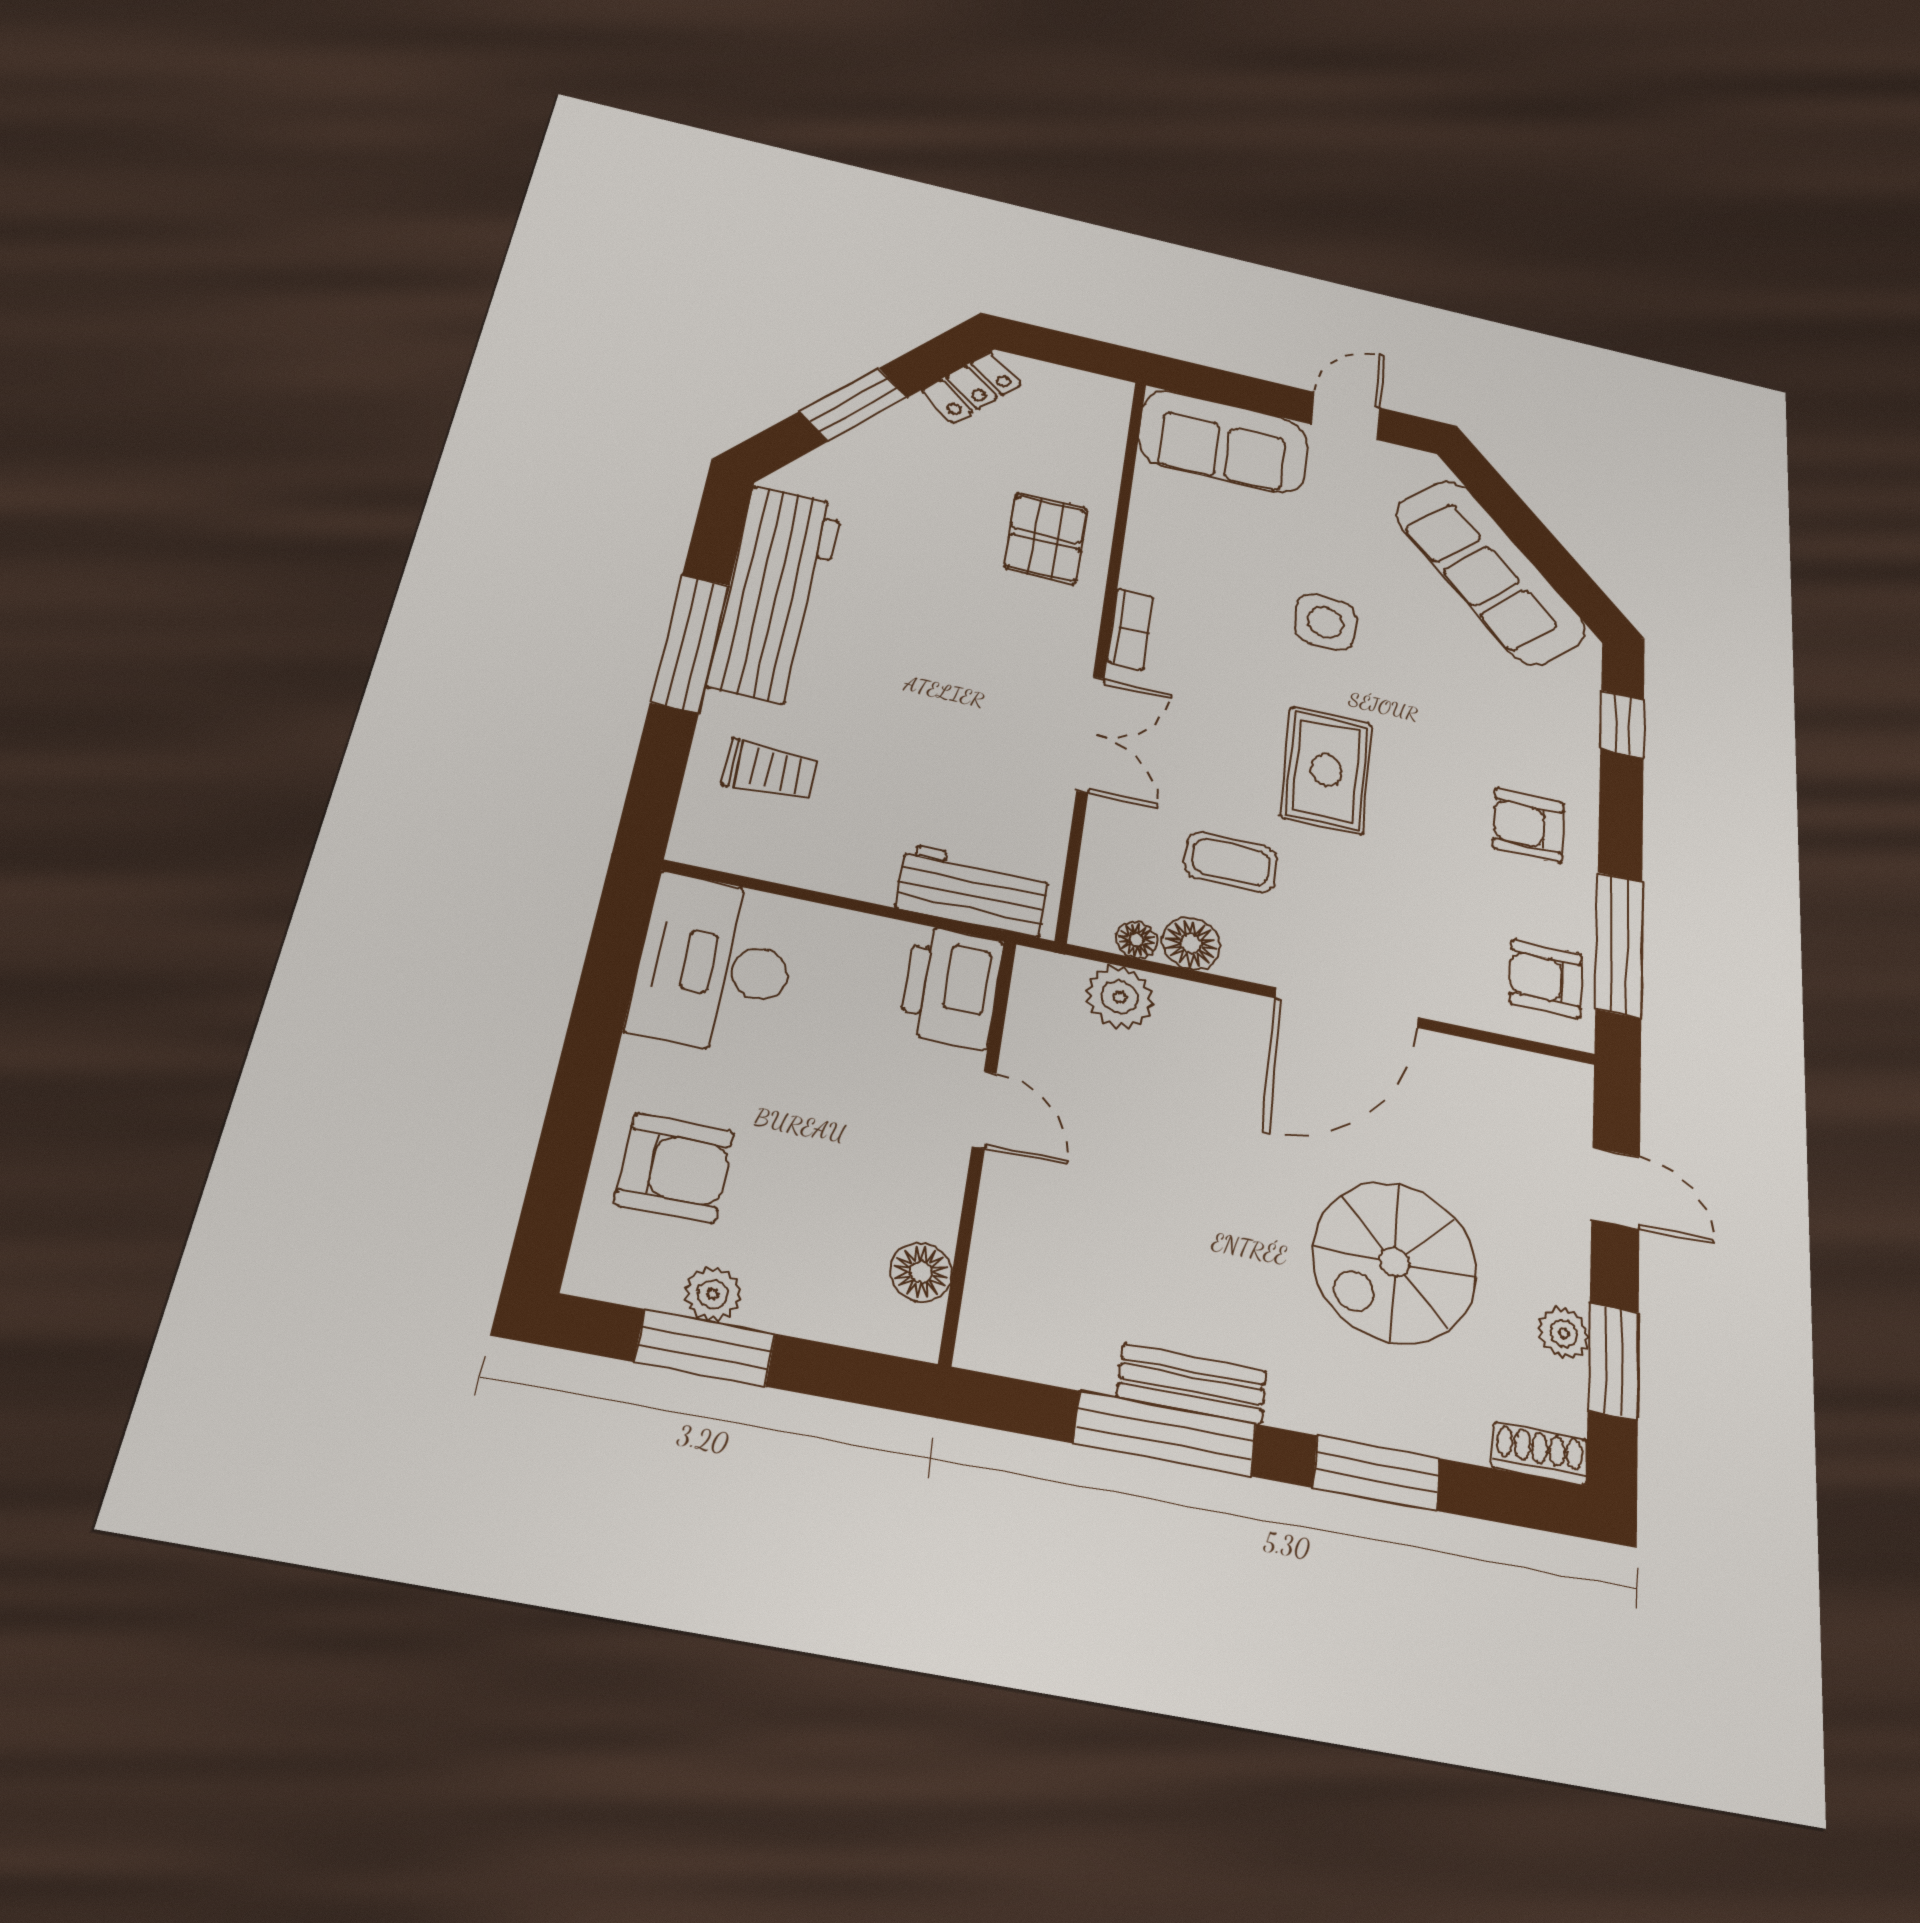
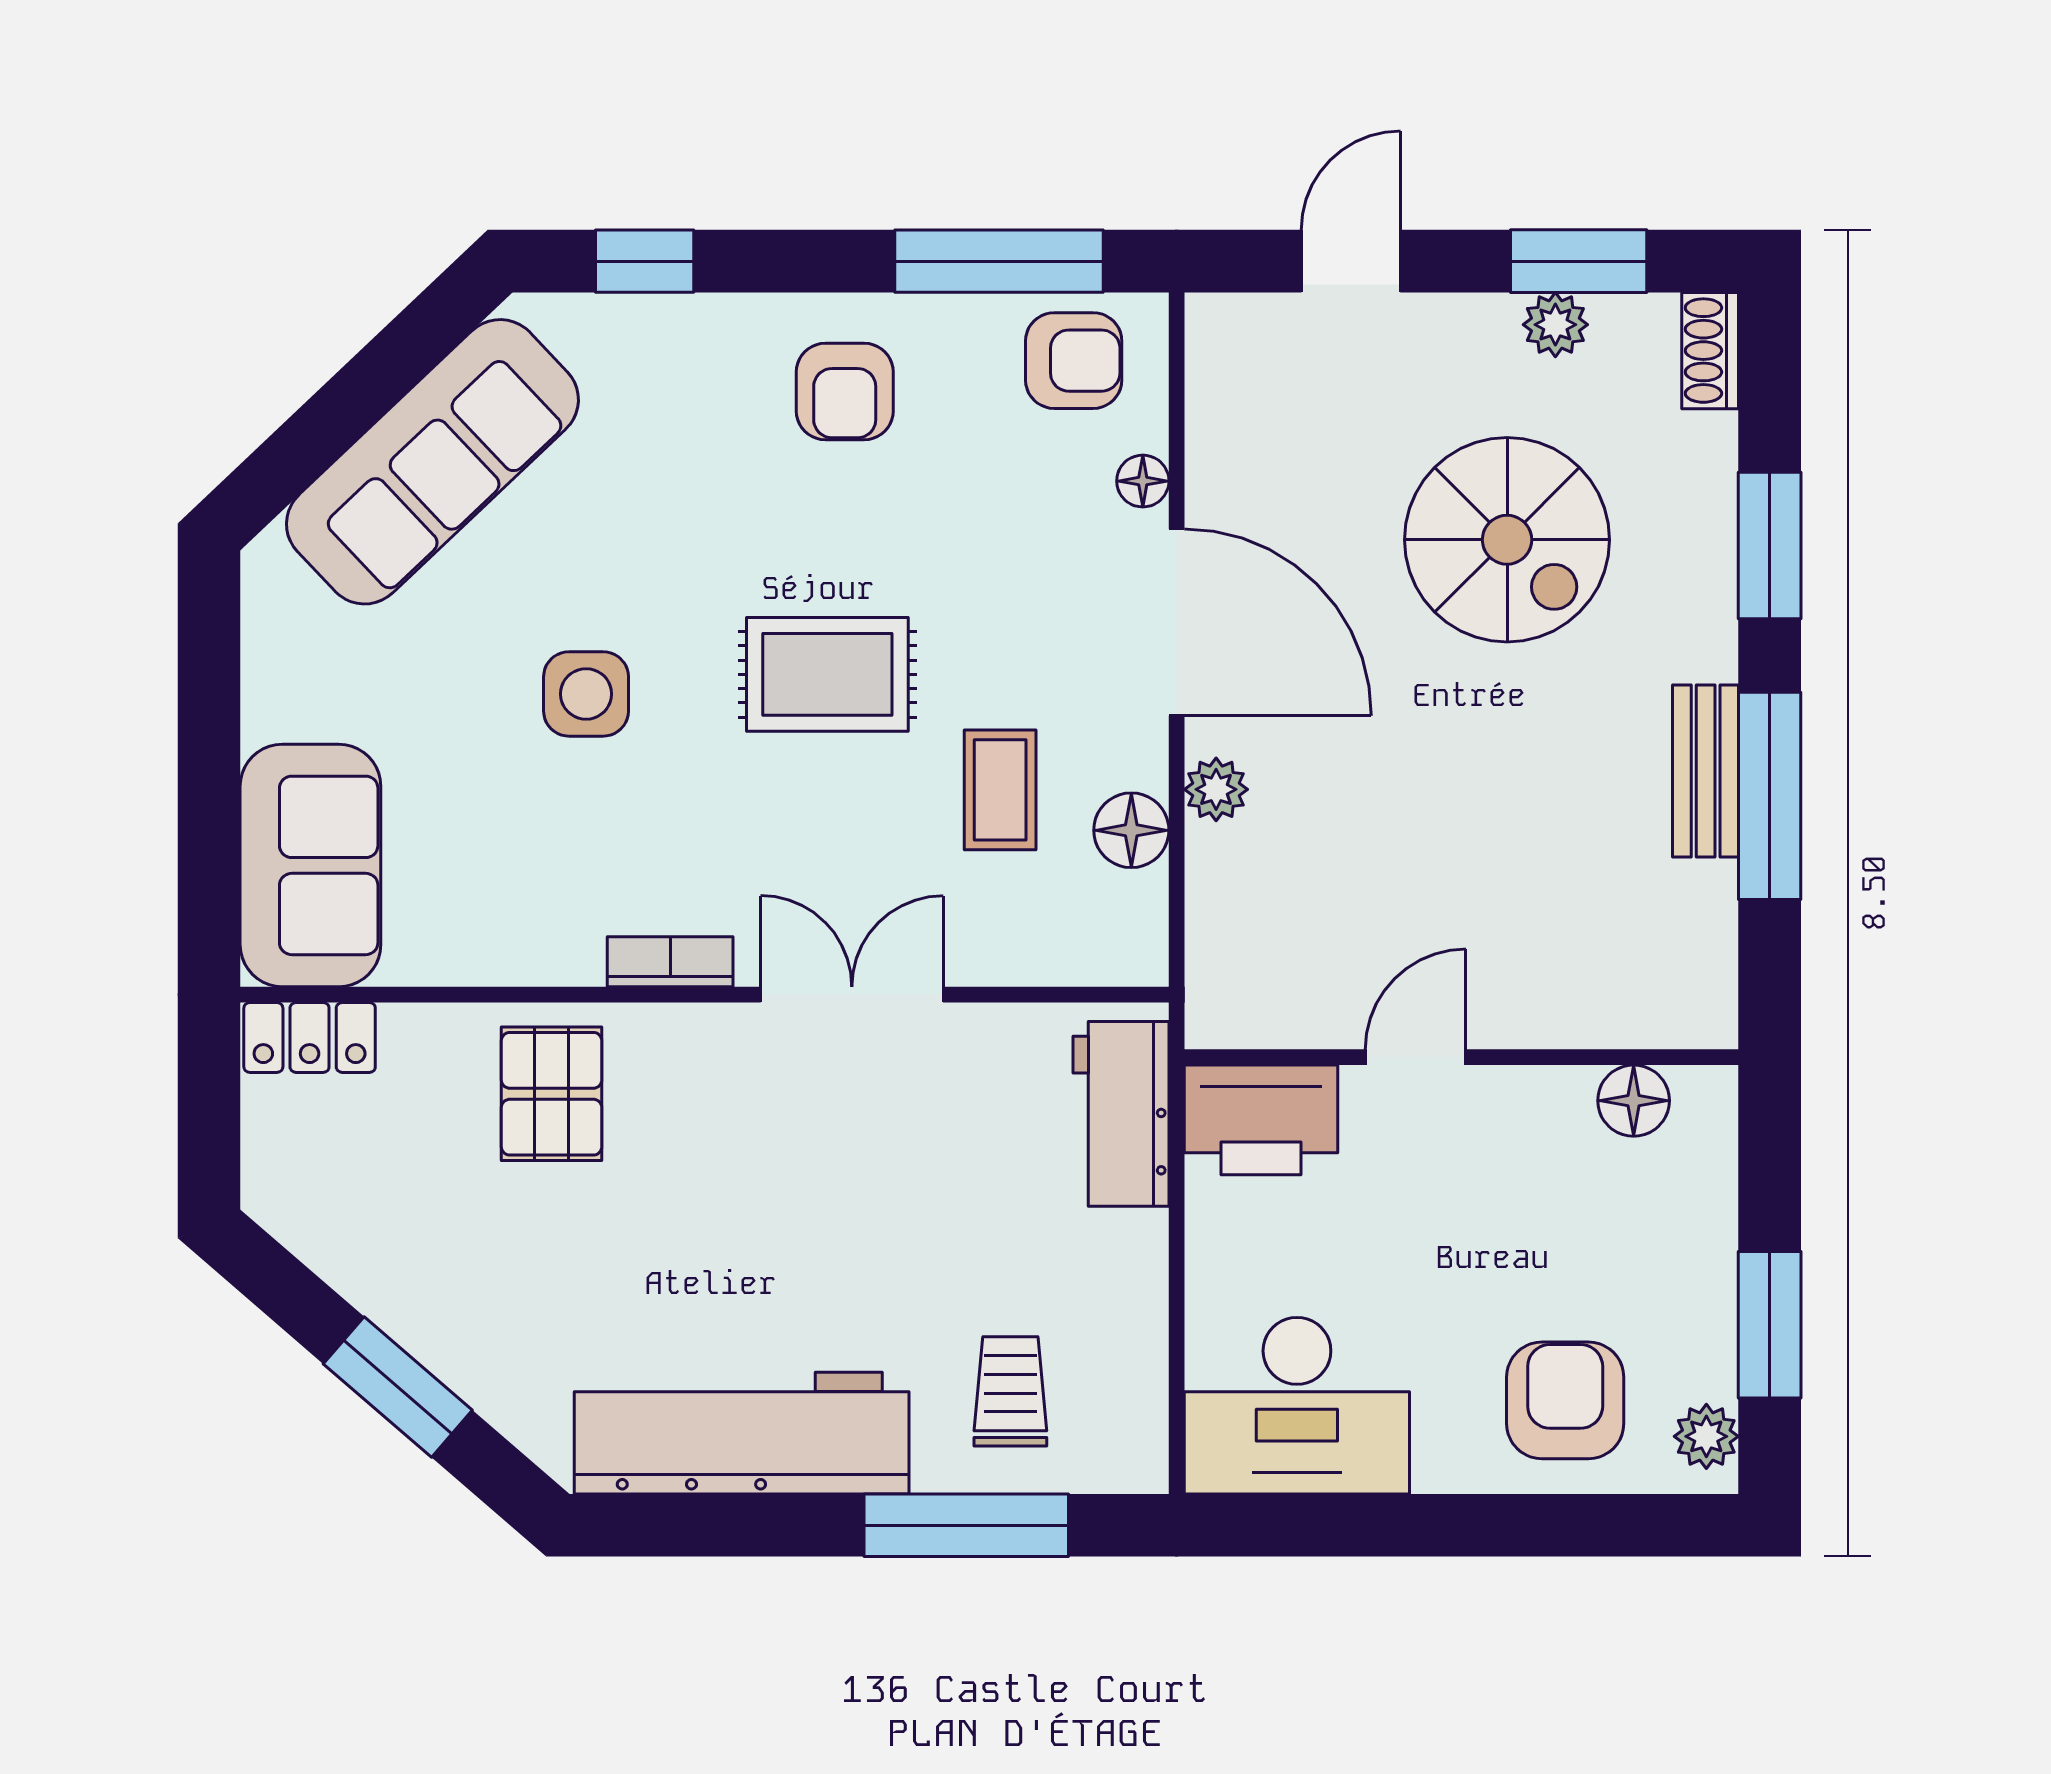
locker: (972, 387) -> (310, 1037), moved, turned 139
door: (1346, 416) -> (209, 691), removed
pallet: (1046, 538) -> (552, 1094), turned 90
window: (690, 643) -> (966, 1525), moved
floor lamp: (1136, 940) -> (1143, 481), moved
armchair: (1546, 979) -> (1074, 361), turned -90
plant: (1119, 997) -> (1216, 789), moved, width x0.73, depth x0.73
plant: (713, 1294) -> (1706, 1436), moved

